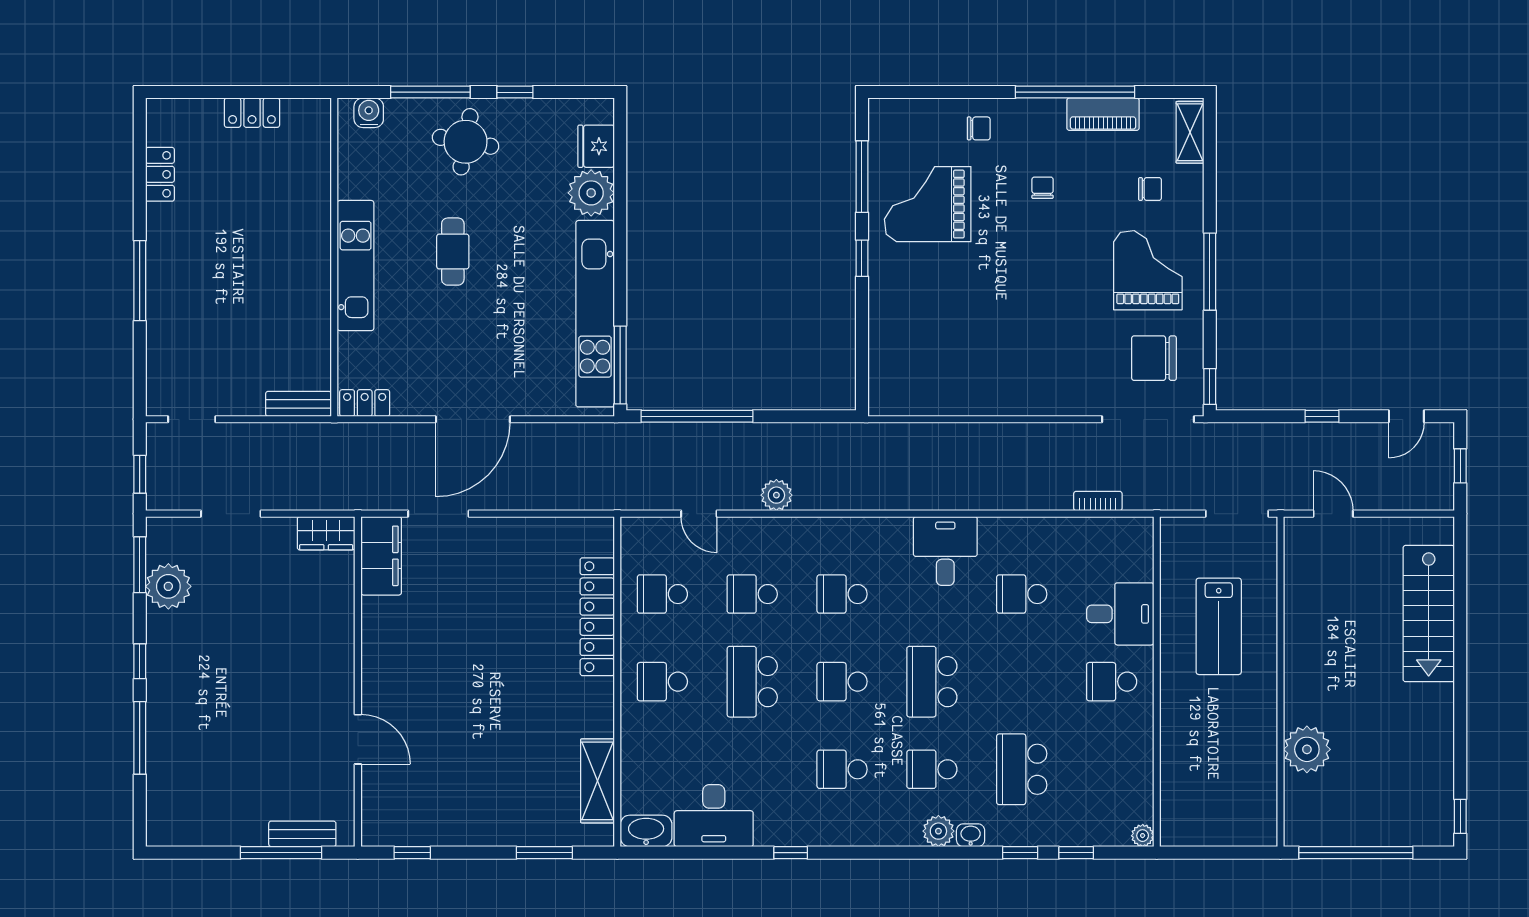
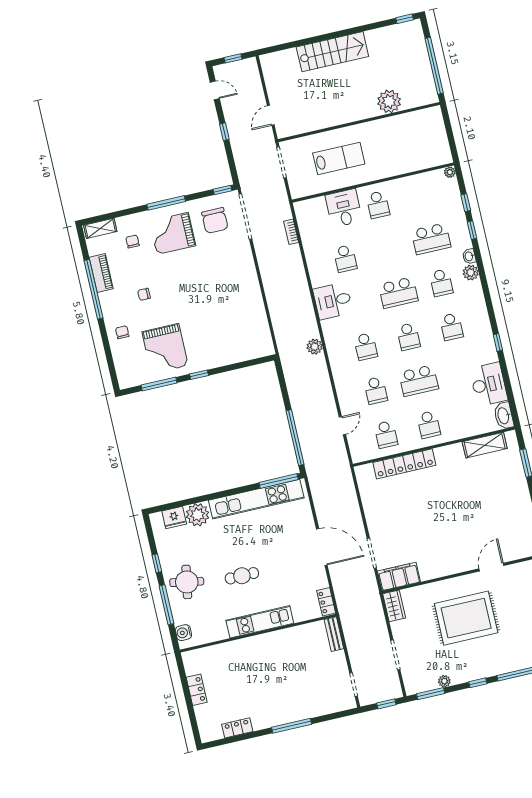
plant: (776, 495) -> (315, 347), moved
plant: (168, 586) -> (444, 681), width x0.53, depth x0.53
stairs: (1429, 614) -> (332, 52), moved
rug: (270, 667) -> (466, 618), added

